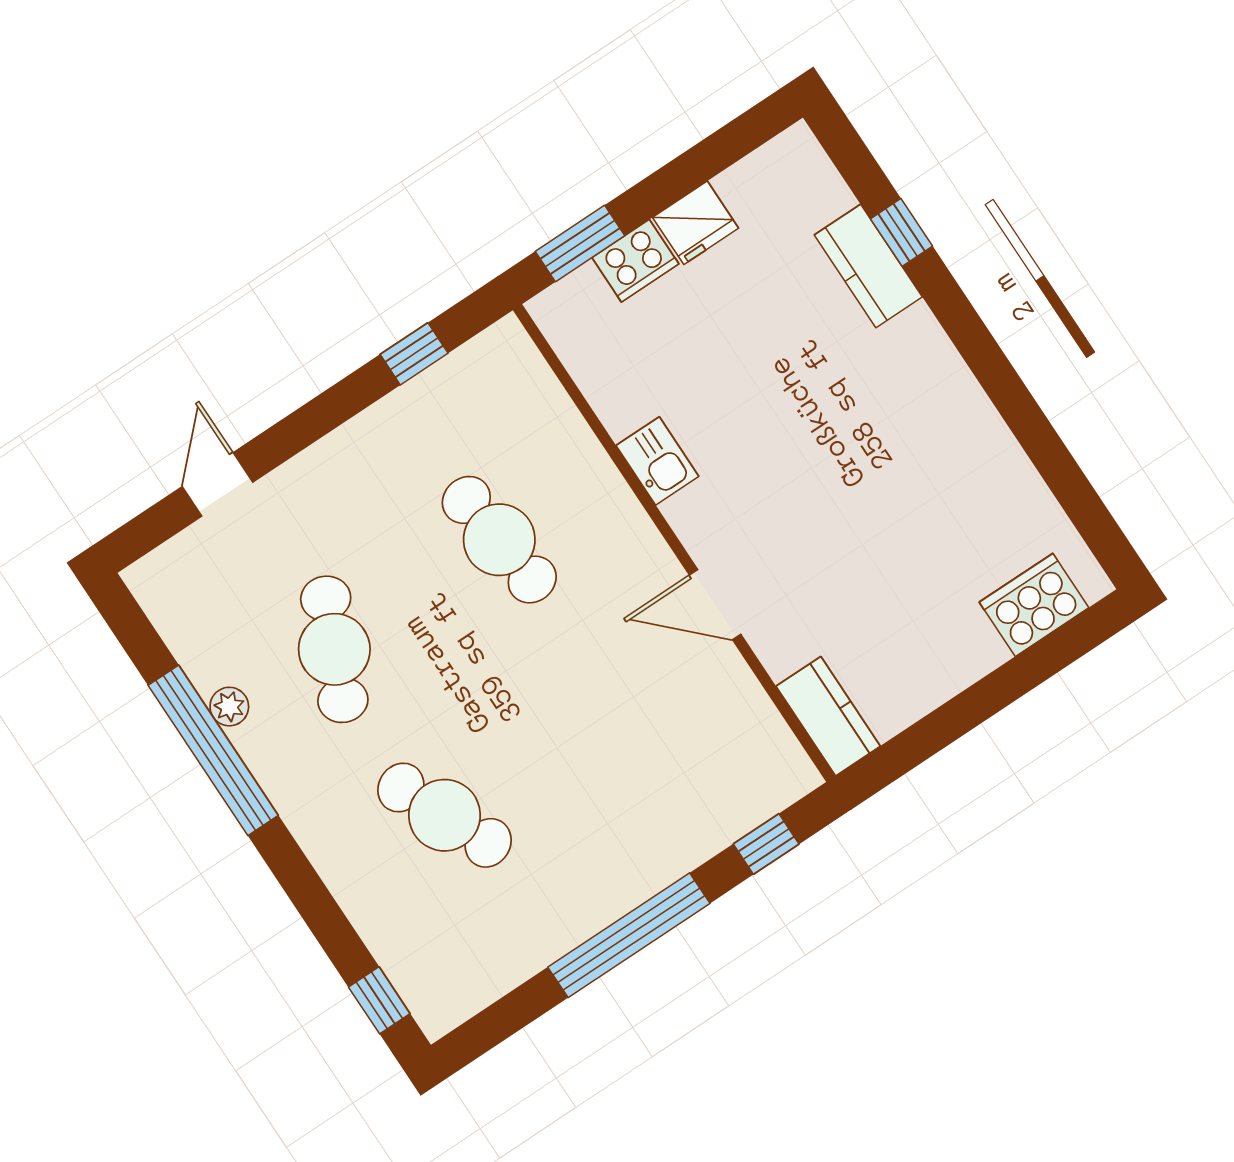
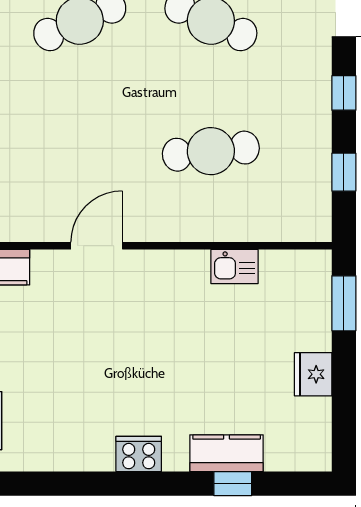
cooker: (635, 261) -> (139, 454), moved, turned 90
window: (314, 420) -> (344, 93), added
kitchen sink: (657, 461) -> (235, 267), moved

